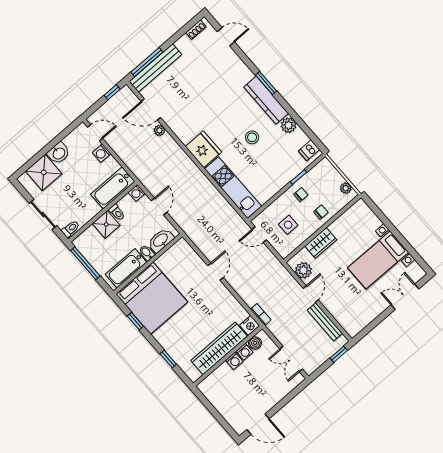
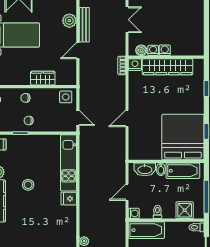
fridge: (203, 149) -> (69, 199), width x0.53, depth x0.75
shower: (106, 224) -> (185, 210), moved
side table: (288, 225) -> (66, 97), moved
plant: (303, 270) -> (69, 21), moved

